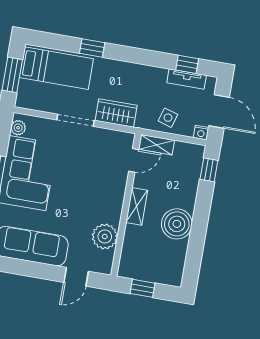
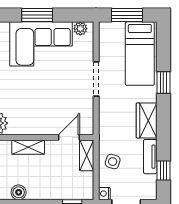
tv unit: (187, 79) -> (150, 157), moved
wardrobe: (116, 113) -> (147, 120), moved, turned 180
door: (134, 160) -> (69, 137), swing flipped
boiler: (177, 224) -> (19, 192), width x0.54, depth x0.54

